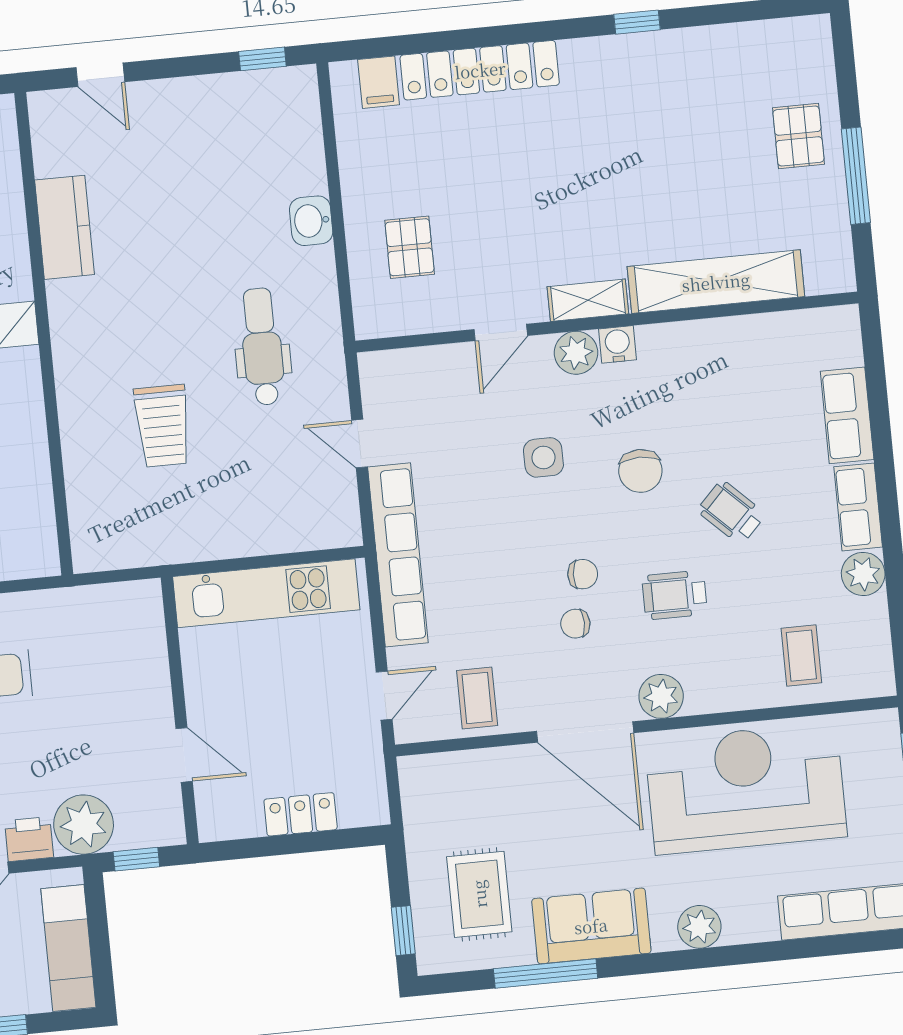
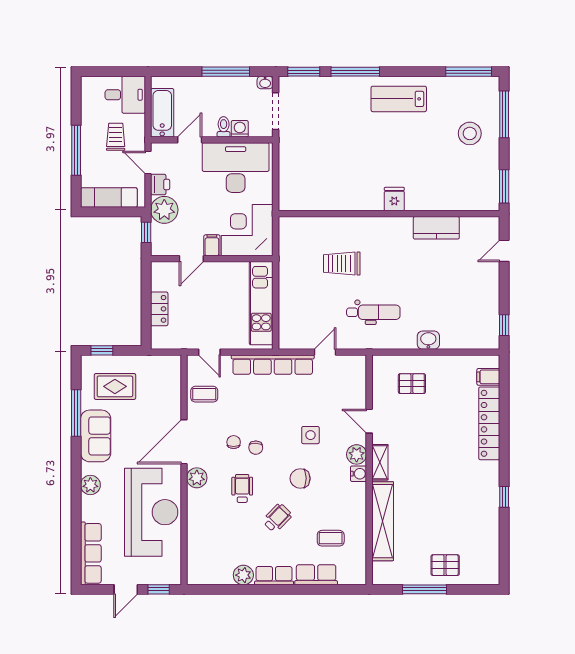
corner desk: (110, 639) -> (247, 230), added
coffee table: (801, 656) -> (331, 538), moved
filing cabinet: (151, 713) -> (212, 245), added

